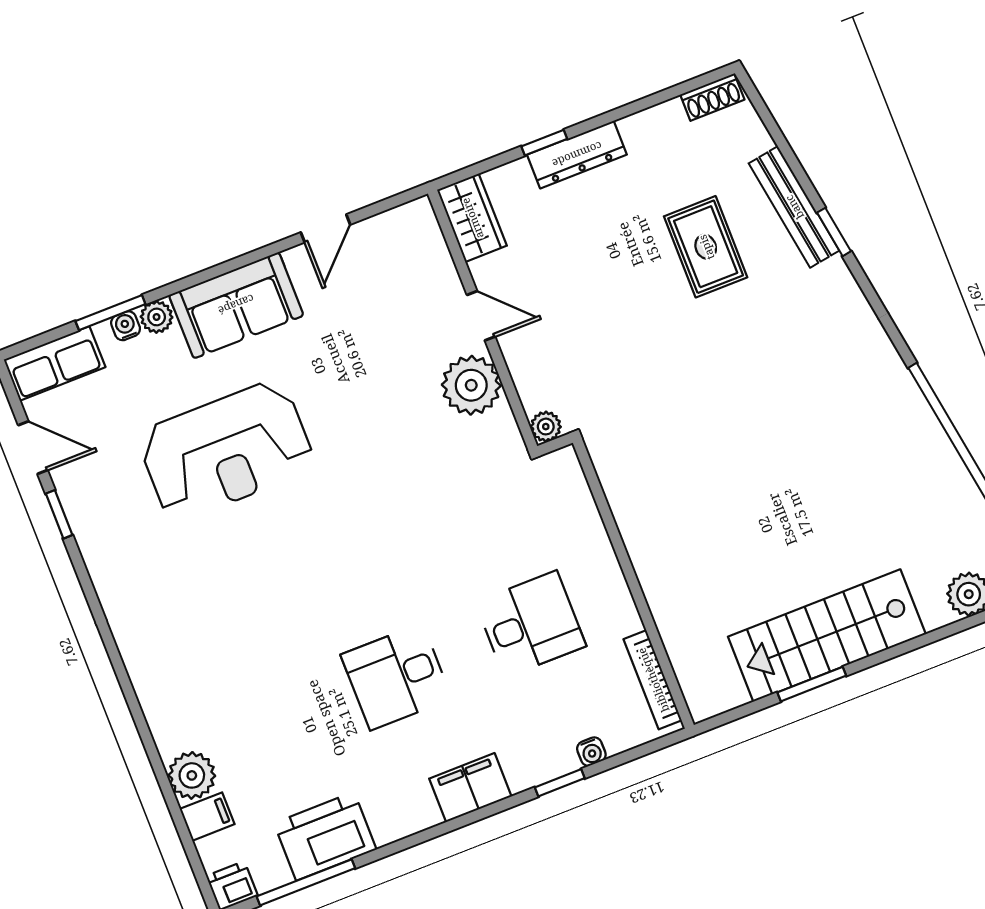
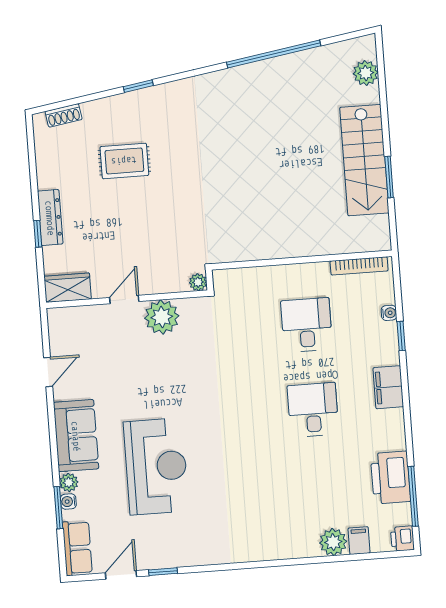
shoe rack: (712, 97) -> (64, 115), moved, turned 81
bench: (794, 207) -> (117, 104), removed
door: (326, 228) -> (48, 372), hinge flipped
desk: (396, 677) -> (313, 410), turned 180

